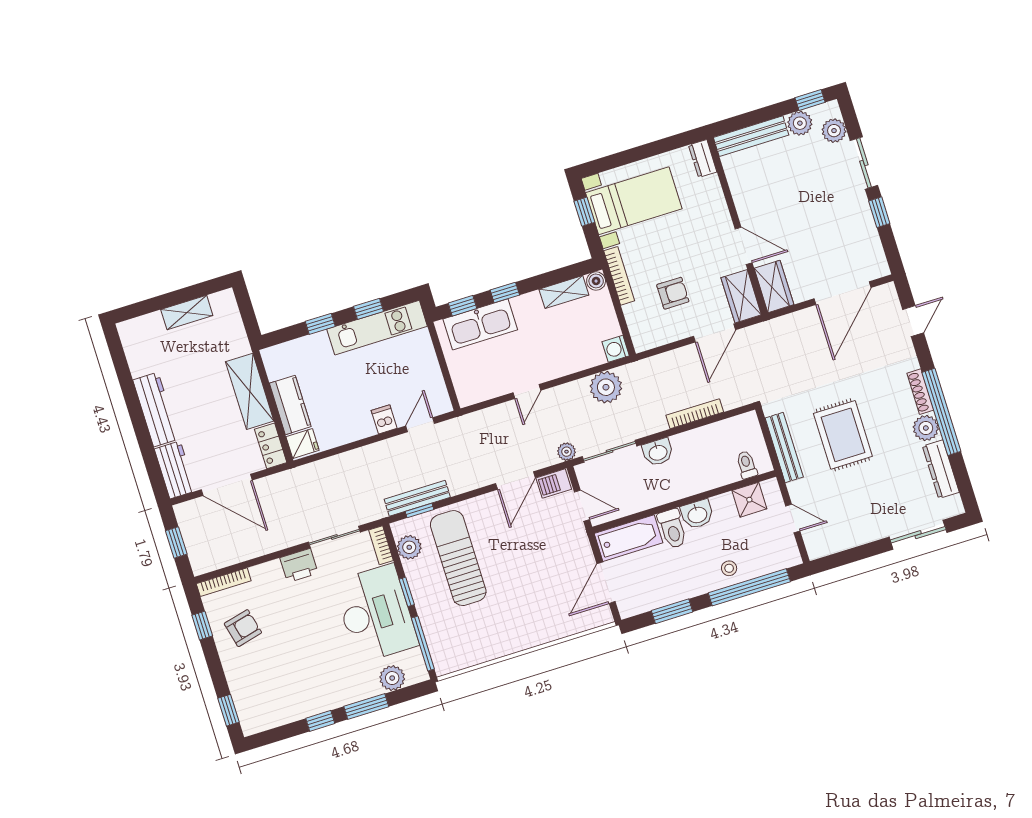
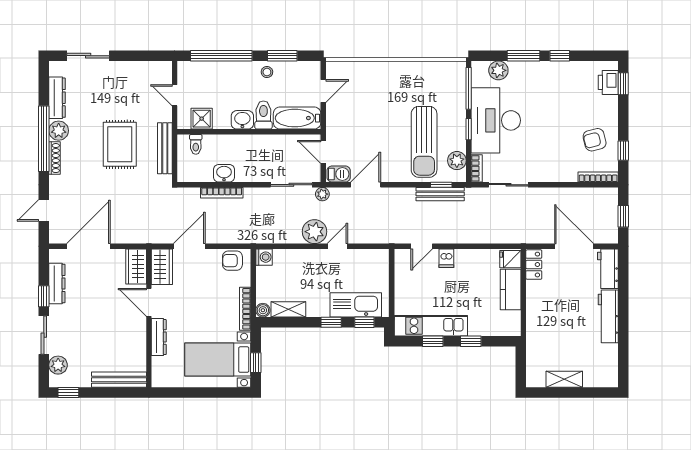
plant: (800, 123) -> (81, 378), removed
dresser: (703, 159) -> (159, 337), moved, width x1.44
dresser: (868, 234) -> (57, 283), added
armchair: (673, 293) -> (232, 261), moved
plant: (606, 387) -> (314, 232), moved
shelving: (250, 391) -> (537, 308), removed
washbasin: (658, 452) -> (224, 173), moved
printer: (299, 565) -> (608, 82), moved, turned -90
stool: (729, 568) -> (267, 72), moved
door: (606, 583) -> (323, 91), width x0.73

